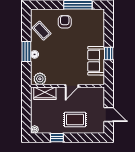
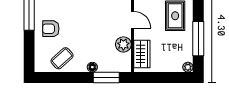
window: (26, 52) -> (106, 77), moved
plant: (40, 79) -> (123, 44), moved
window: (57, 138) -> (198, 39), width x2.17

